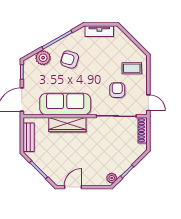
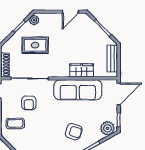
plant: (43, 58) -> (107, 128), moved
wardrobe: (67, 125) -> (82, 70), width x0.67
rug: (111, 151) -> (35, 45), added

